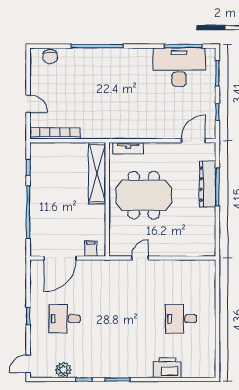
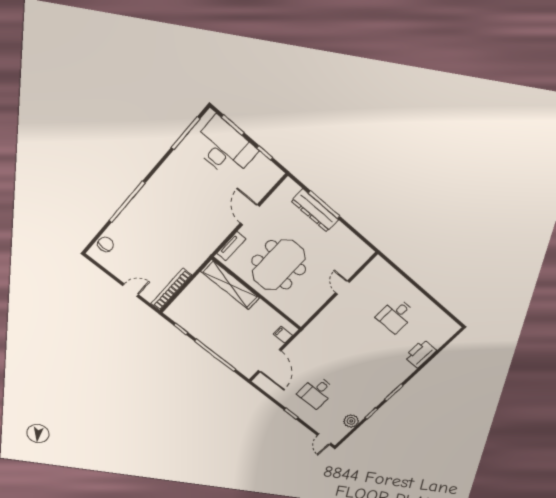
chair: (50, 57) -> (106, 244), turned -90
desk: (179, 67) -> (224, 148), moved, turned 90
door: (193, 141) -> (250, 215), moved
door: (140, 258) -> (342, 288), moved

